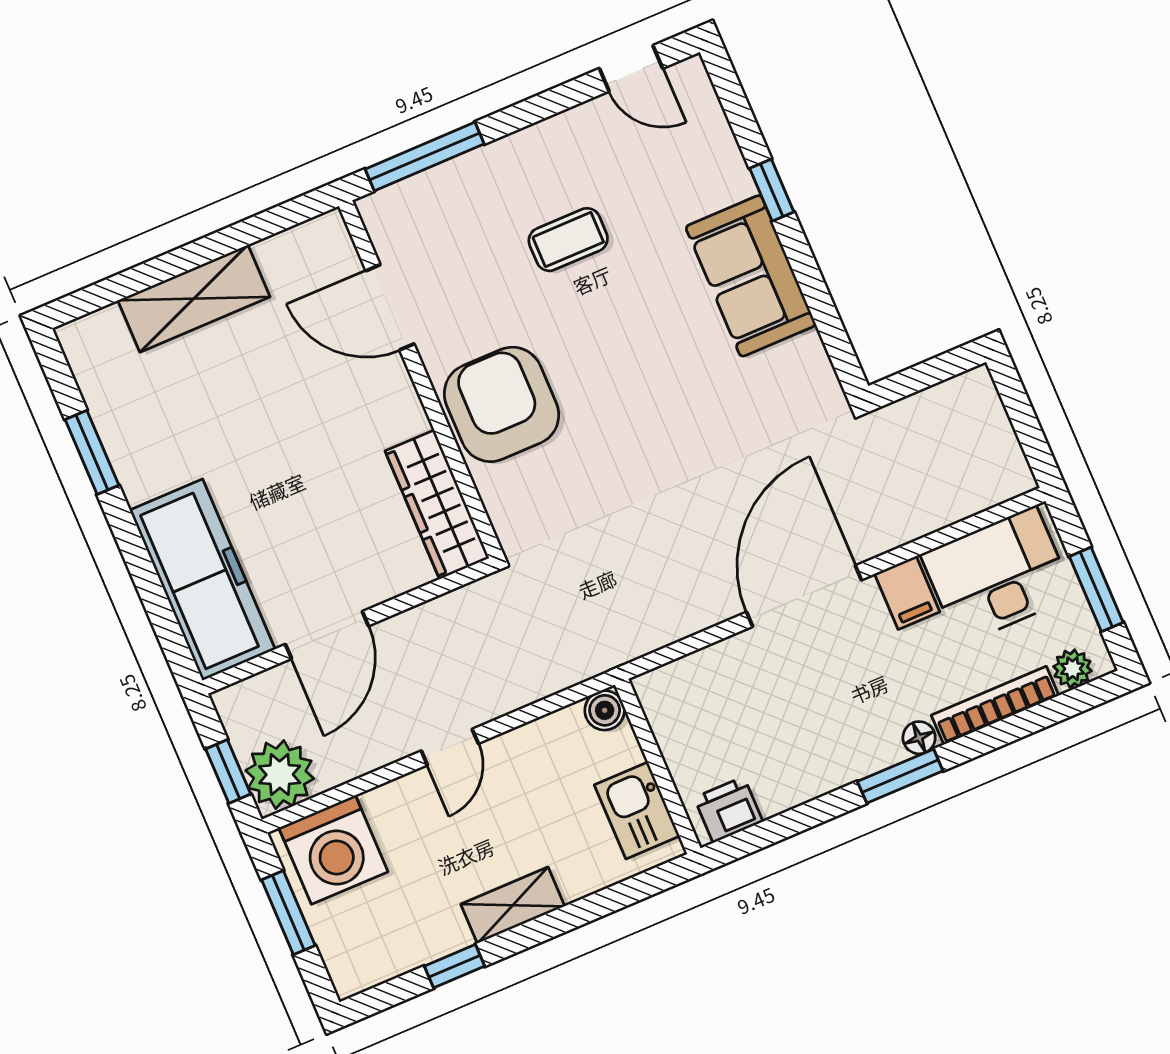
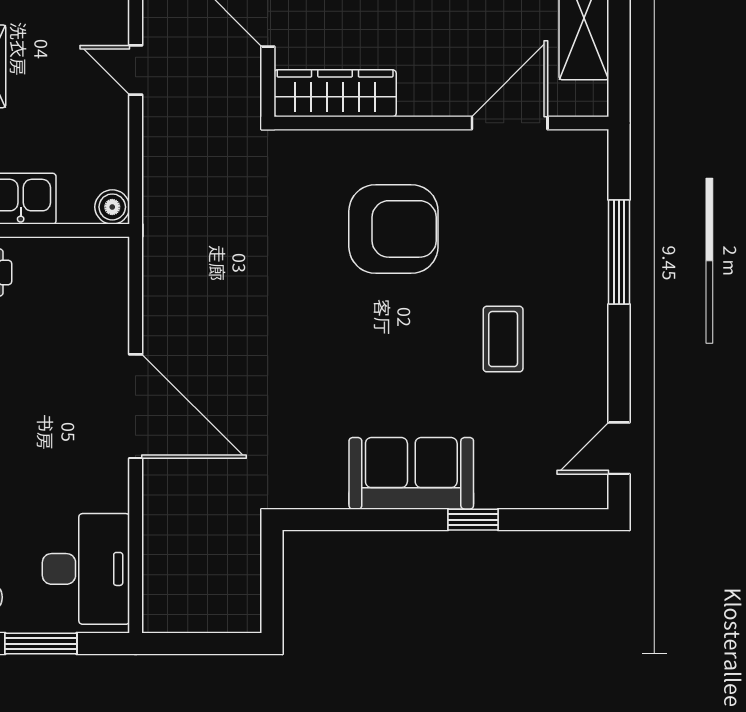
door: (390, 307) -> (510, 123), moved
wall: (421, 379) -> (441, 123), moved
wardrobe: (437, 505) -> (335, 93), moved
filing cabinet: (907, 593) -> (103, 490), removed

